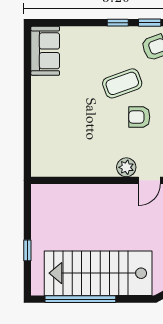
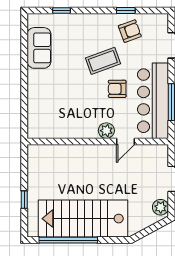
window: (118, 23) -> (61, 10), moved
sofa: (45, 51) -> (39, 48), moved

